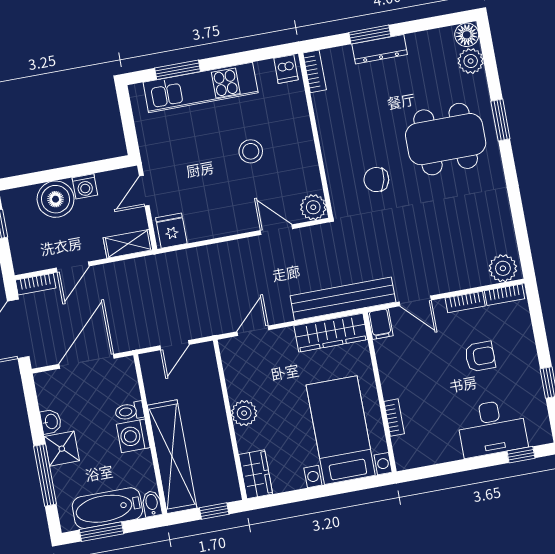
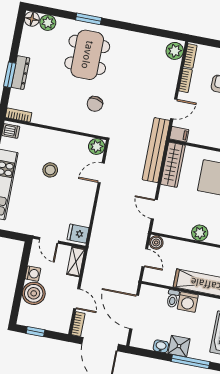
boiler: (204, 353) -> (156, 243), added

